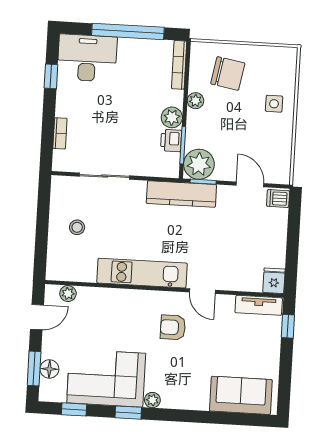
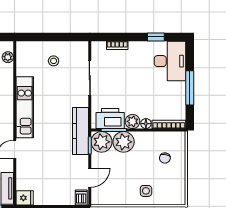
window: (128, 31) -> (190, 88), width x0.68
chair: (228, 73) -> (165, 158), width x0.54, depth x0.54
floor lamp: (176, 98) -> (146, 124), added
plant: (195, 101) -> (124, 142), moved, width x1.87, depth x1.87
printer: (171, 140) -> (110, 119), width x1.87, depth x1.48

